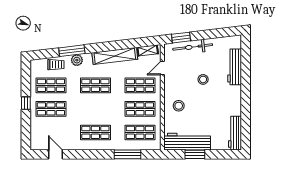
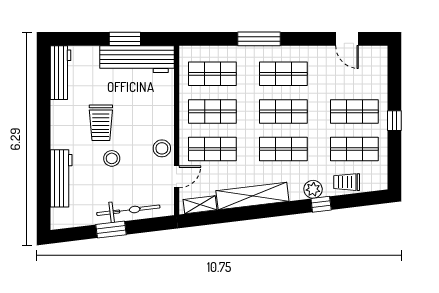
window: (181, 38) -> (111, 230), moved
window: (72, 51) -> (321, 204), width x0.46
trolley: (210, 102) -> (101, 123), added
stool: (179, 106) -> (162, 148), moved
shop shelf: (95, 109) -> (283, 111), added
window: (127, 154) -> (259, 39), moved

